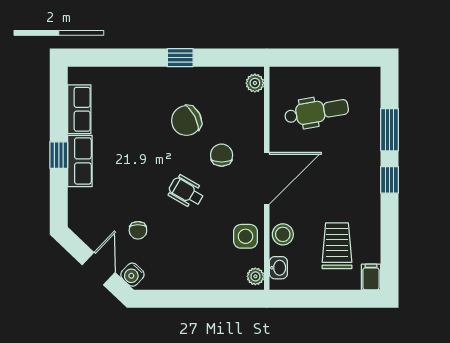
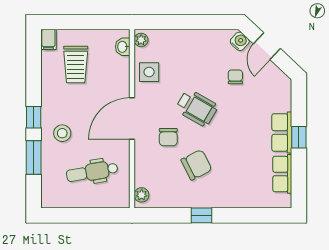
wheelchair: (186, 192) -> (197, 108), width x1.36, depth x1.37
stool: (283, 234) -> (62, 133), moved

